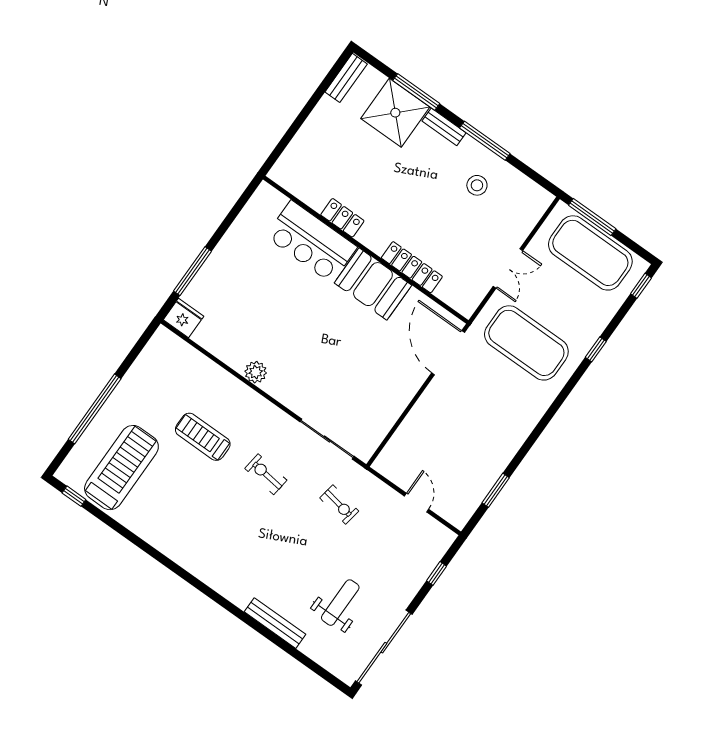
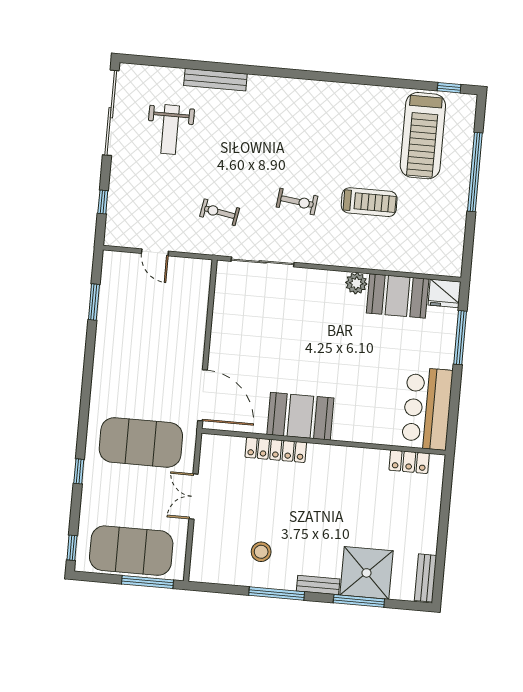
locker: (342, 218) -> (409, 462), moved
bar counter: (311, 242) -> (427, 409), moved, turned -90
booth: (226, 340) -> (398, 296), added

